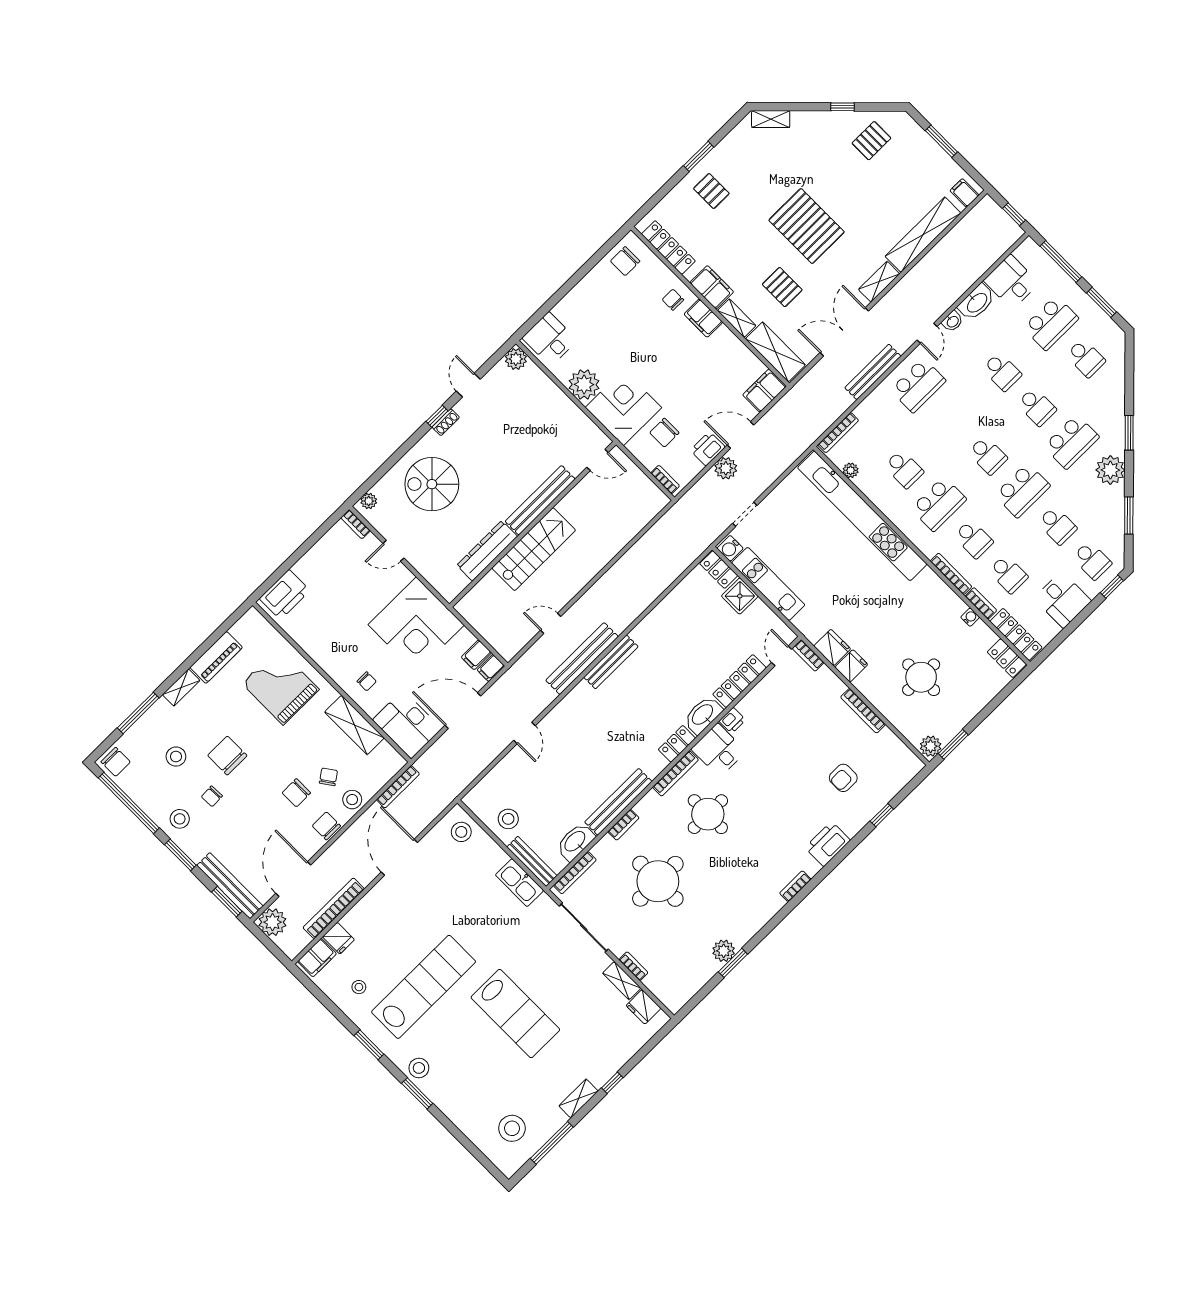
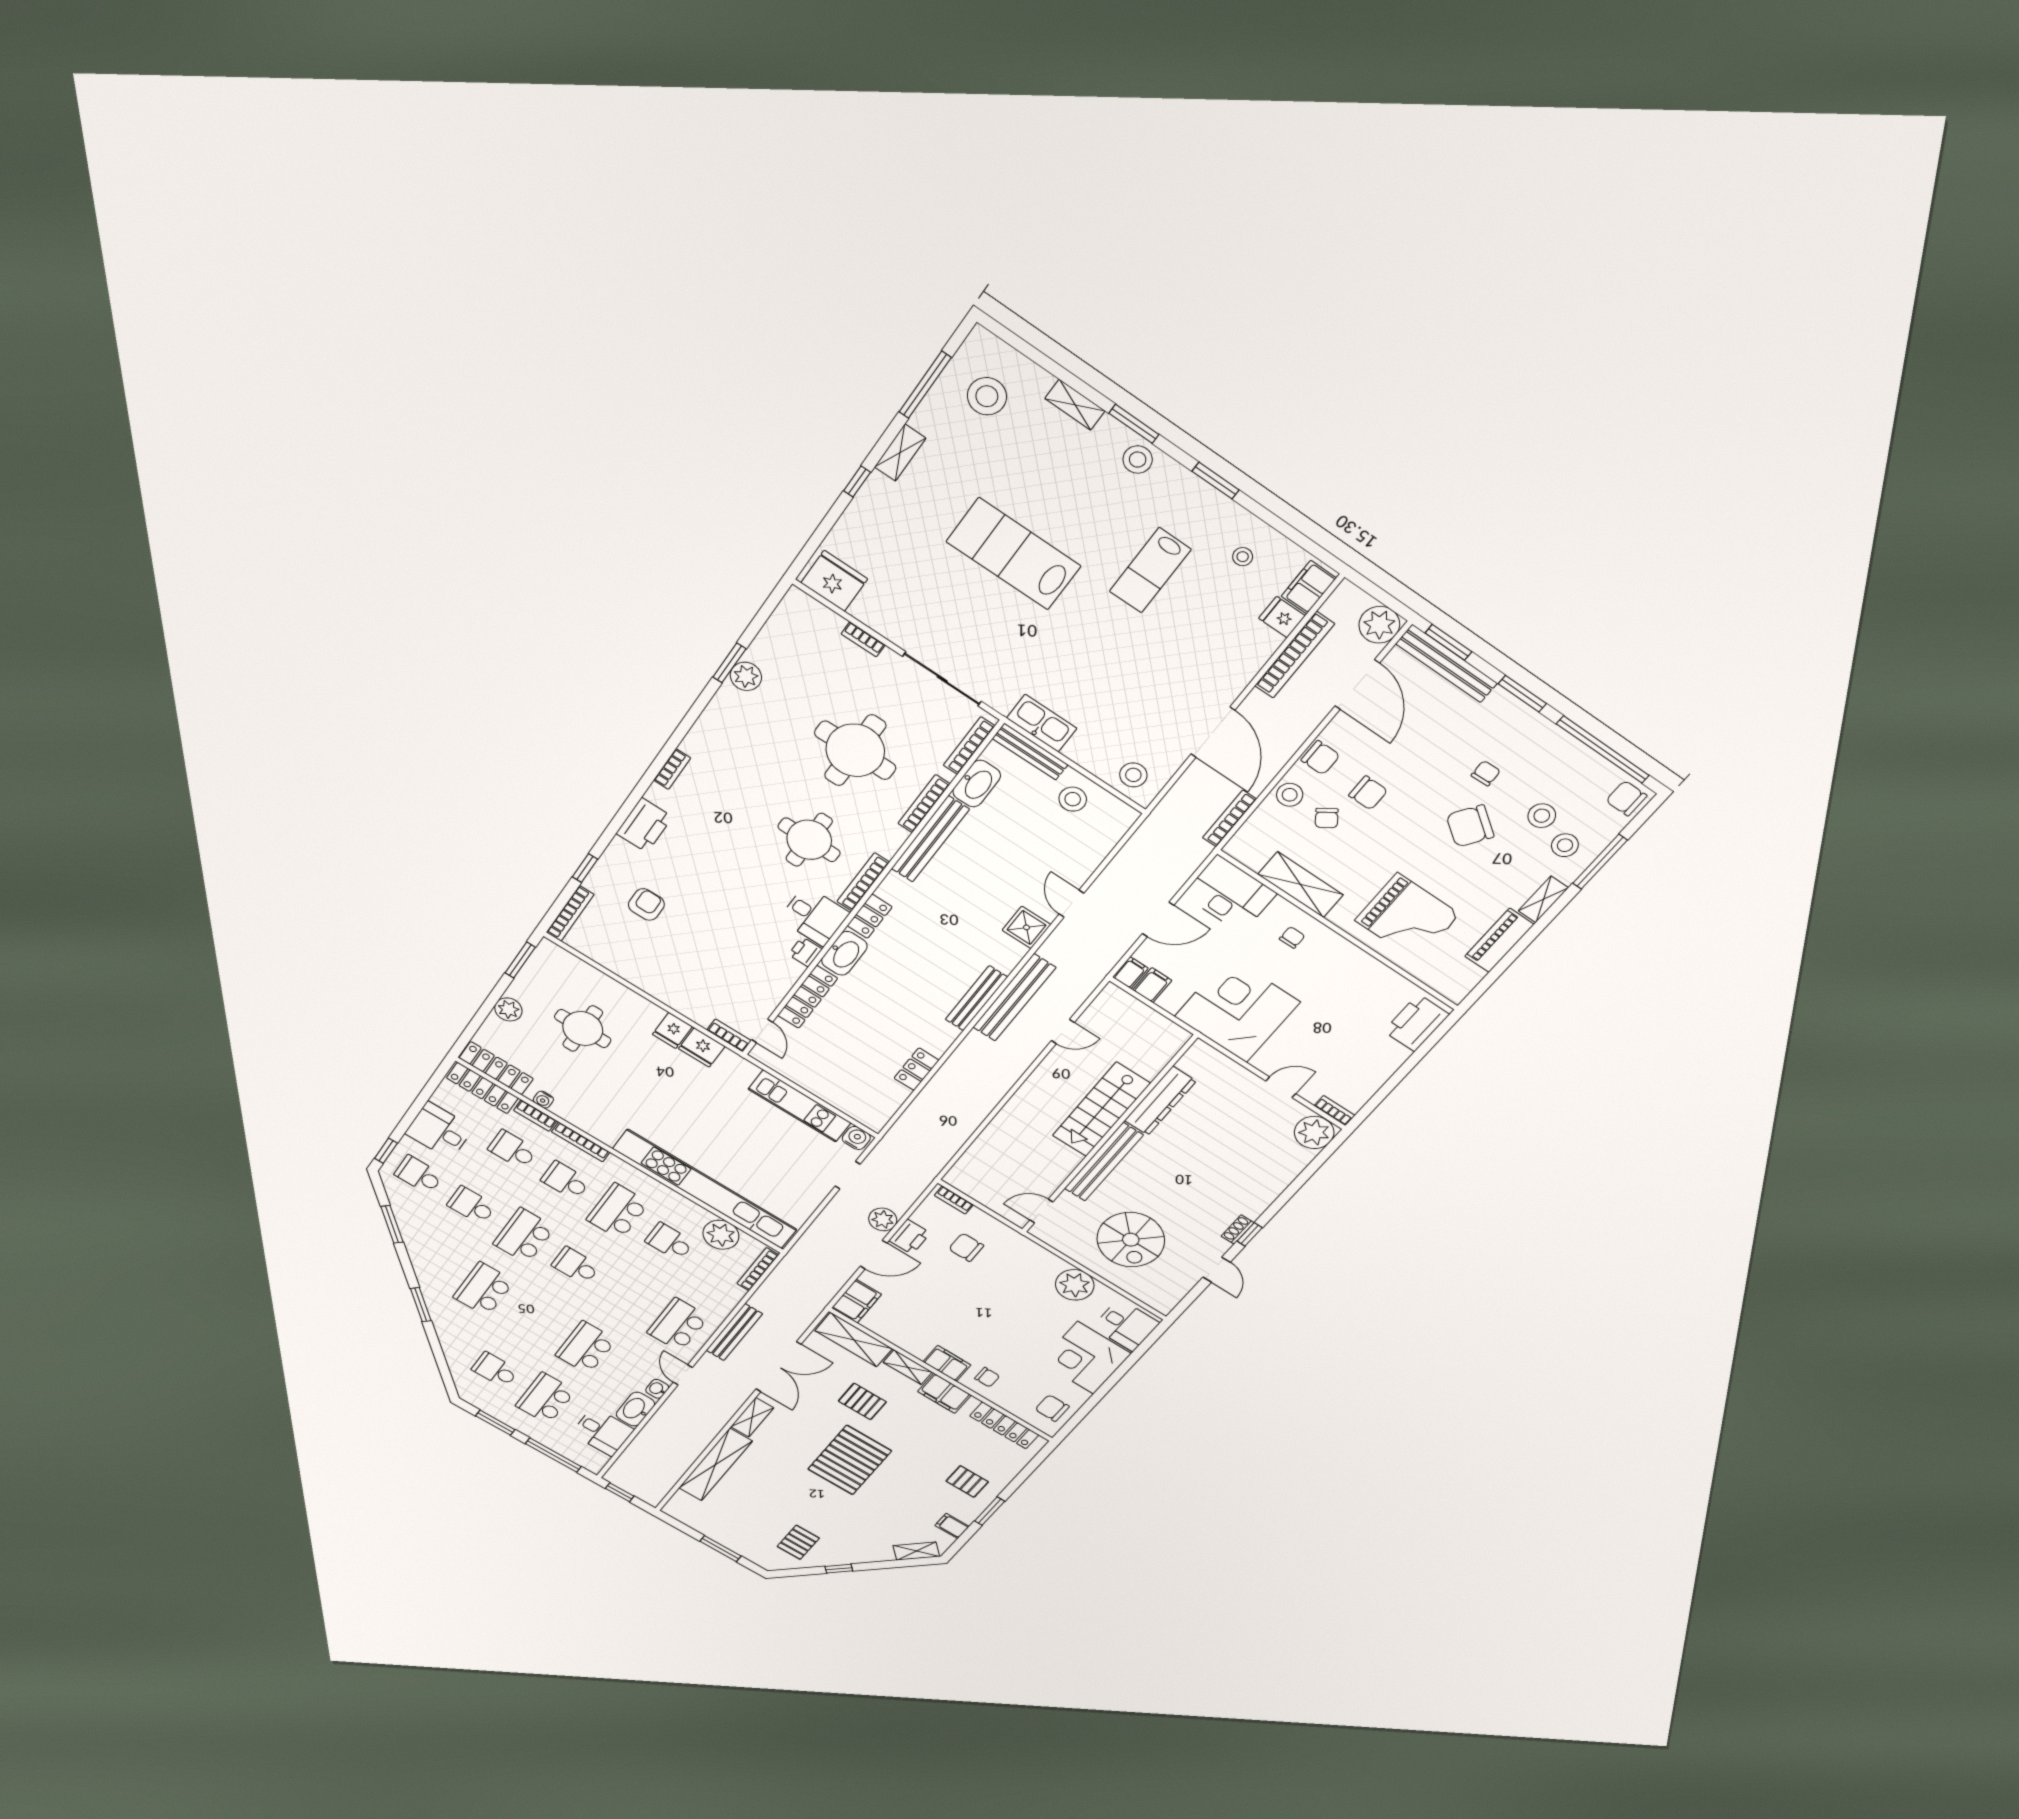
filing cabinet: (964, 193) -> (952, 1526), moved, turned 180
pallet: (807, 226) -> (850, 1460), turned 90
chair: (625, 261) -> (1052, 1408), turned -90
plant: (516, 359) -> (1163, 1302), removed
school desk: (1002, 372) -> (586, 1347), width x1.85
school desk: (1037, 407) -> (535, 1318), removed
corner desk: (623, 408) -> (1086, 1358), moved, turned 90
chair: (664, 433) -> (966, 1247), turned -90
plant: (851, 470) -> (721, 1235), width x1.88, depth x1.88
plant: (1110, 470) -> (429, 1267), removed
spiral stairs: (432, 484) -> (1131, 1240), moved, turned 90
plant: (369, 501) -> (1314, 1132), width x1.87, depth x1.87
locker: (719, 570) -> (916, 1069), moved, turned -90
shower: (740, 596) -> (1026, 927), moved
locker: (1007, 658) -> (496, 1068), width x1.53
chair: (367, 681) -> (1292, 937), turned 90
door: (463, 711) -> (1158, 919), width x0.73
bookcase: (863, 711) -> (570, 913), moved, turned 90
plant: (931, 746) -> (508, 1009), moved
chair: (227, 756) -> (1470, 826), turned 125
chair: (296, 793) -> (1368, 793), turned 90
stool: (180, 819) -> (1565, 845), moved
bookcase: (623, 825) -> (924, 804), width x1.56
shelving: (622, 981) -> (1075, 405), moved
lab bench: (424, 987) -> (1150, 570), width x0.54, depth x0.72
fridge: (643, 1007) -> (834, 581), width x1.36, depth x1.34

